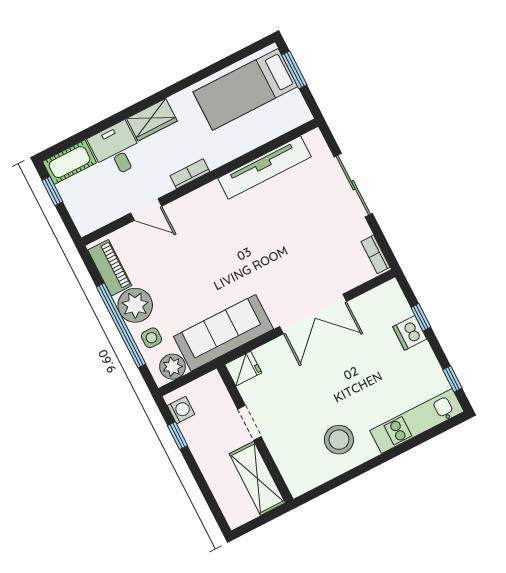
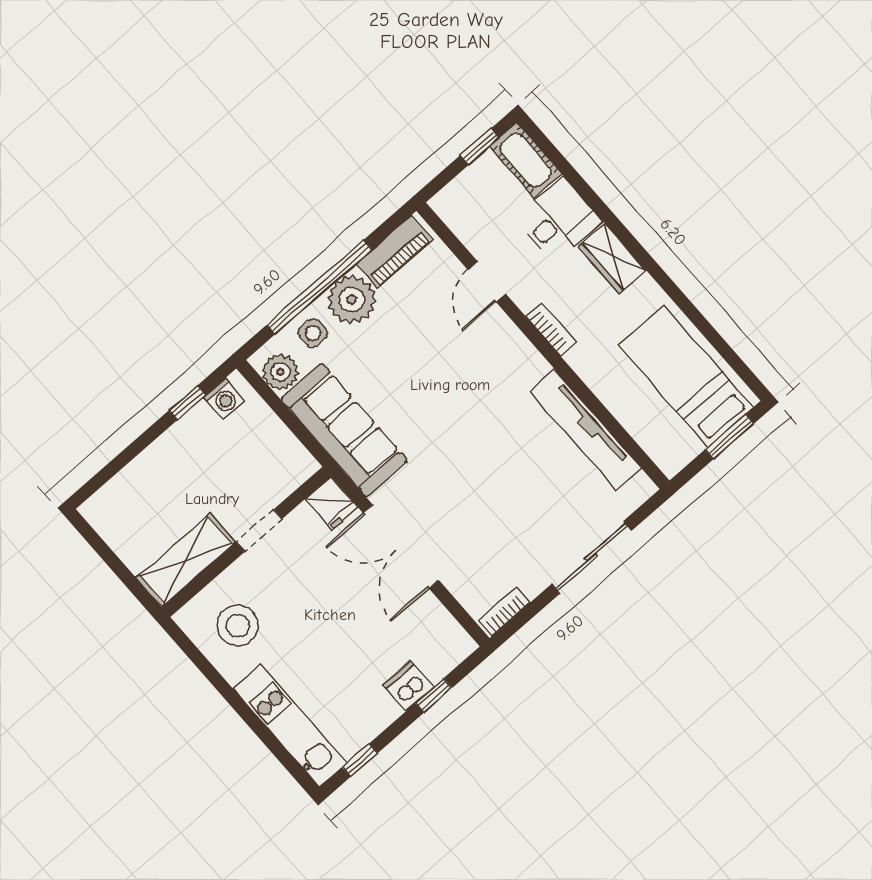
fridge: (243, 369) -> (331, 503), moved
doorway: (249, 423) -> (259, 530), moved
wall: (255, 434) -> (246, 542), moved
shelving: (257, 478) -> (186, 560), moved

